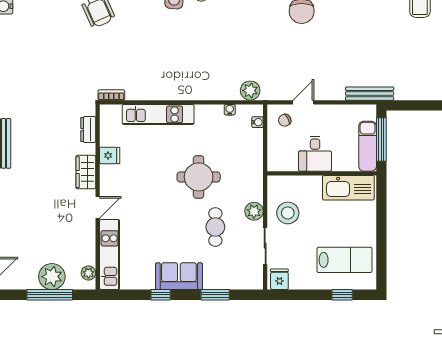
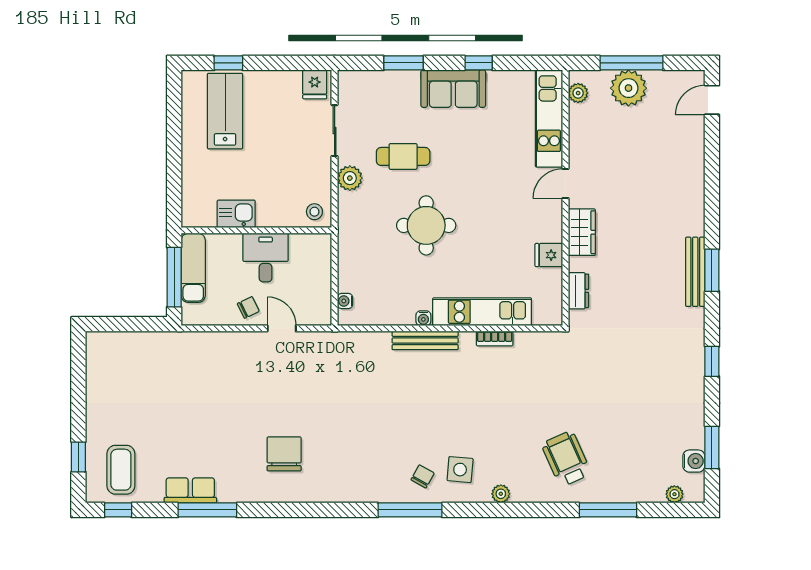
plant: (250, 91) -> (355, 345), removed
bench: (370, 94) -> (425, 340), moved
bookcase: (111, 95) -> (495, 339), moved
door: (303, 102) -> (282, 328), swing flipped
water cooler: (230, 110) -> (423, 318), moved
chair: (285, 120) -> (248, 307), moved
kitchen sink: (348, 188) -> (236, 214), width x0.53, depth x0.81
stool: (288, 213) -> (314, 212), moved, width x0.53, depth x0.53
cafe table: (215, 227) -> (403, 156), turned 90
lab bench: (344, 260) -> (225, 111), turned 90

